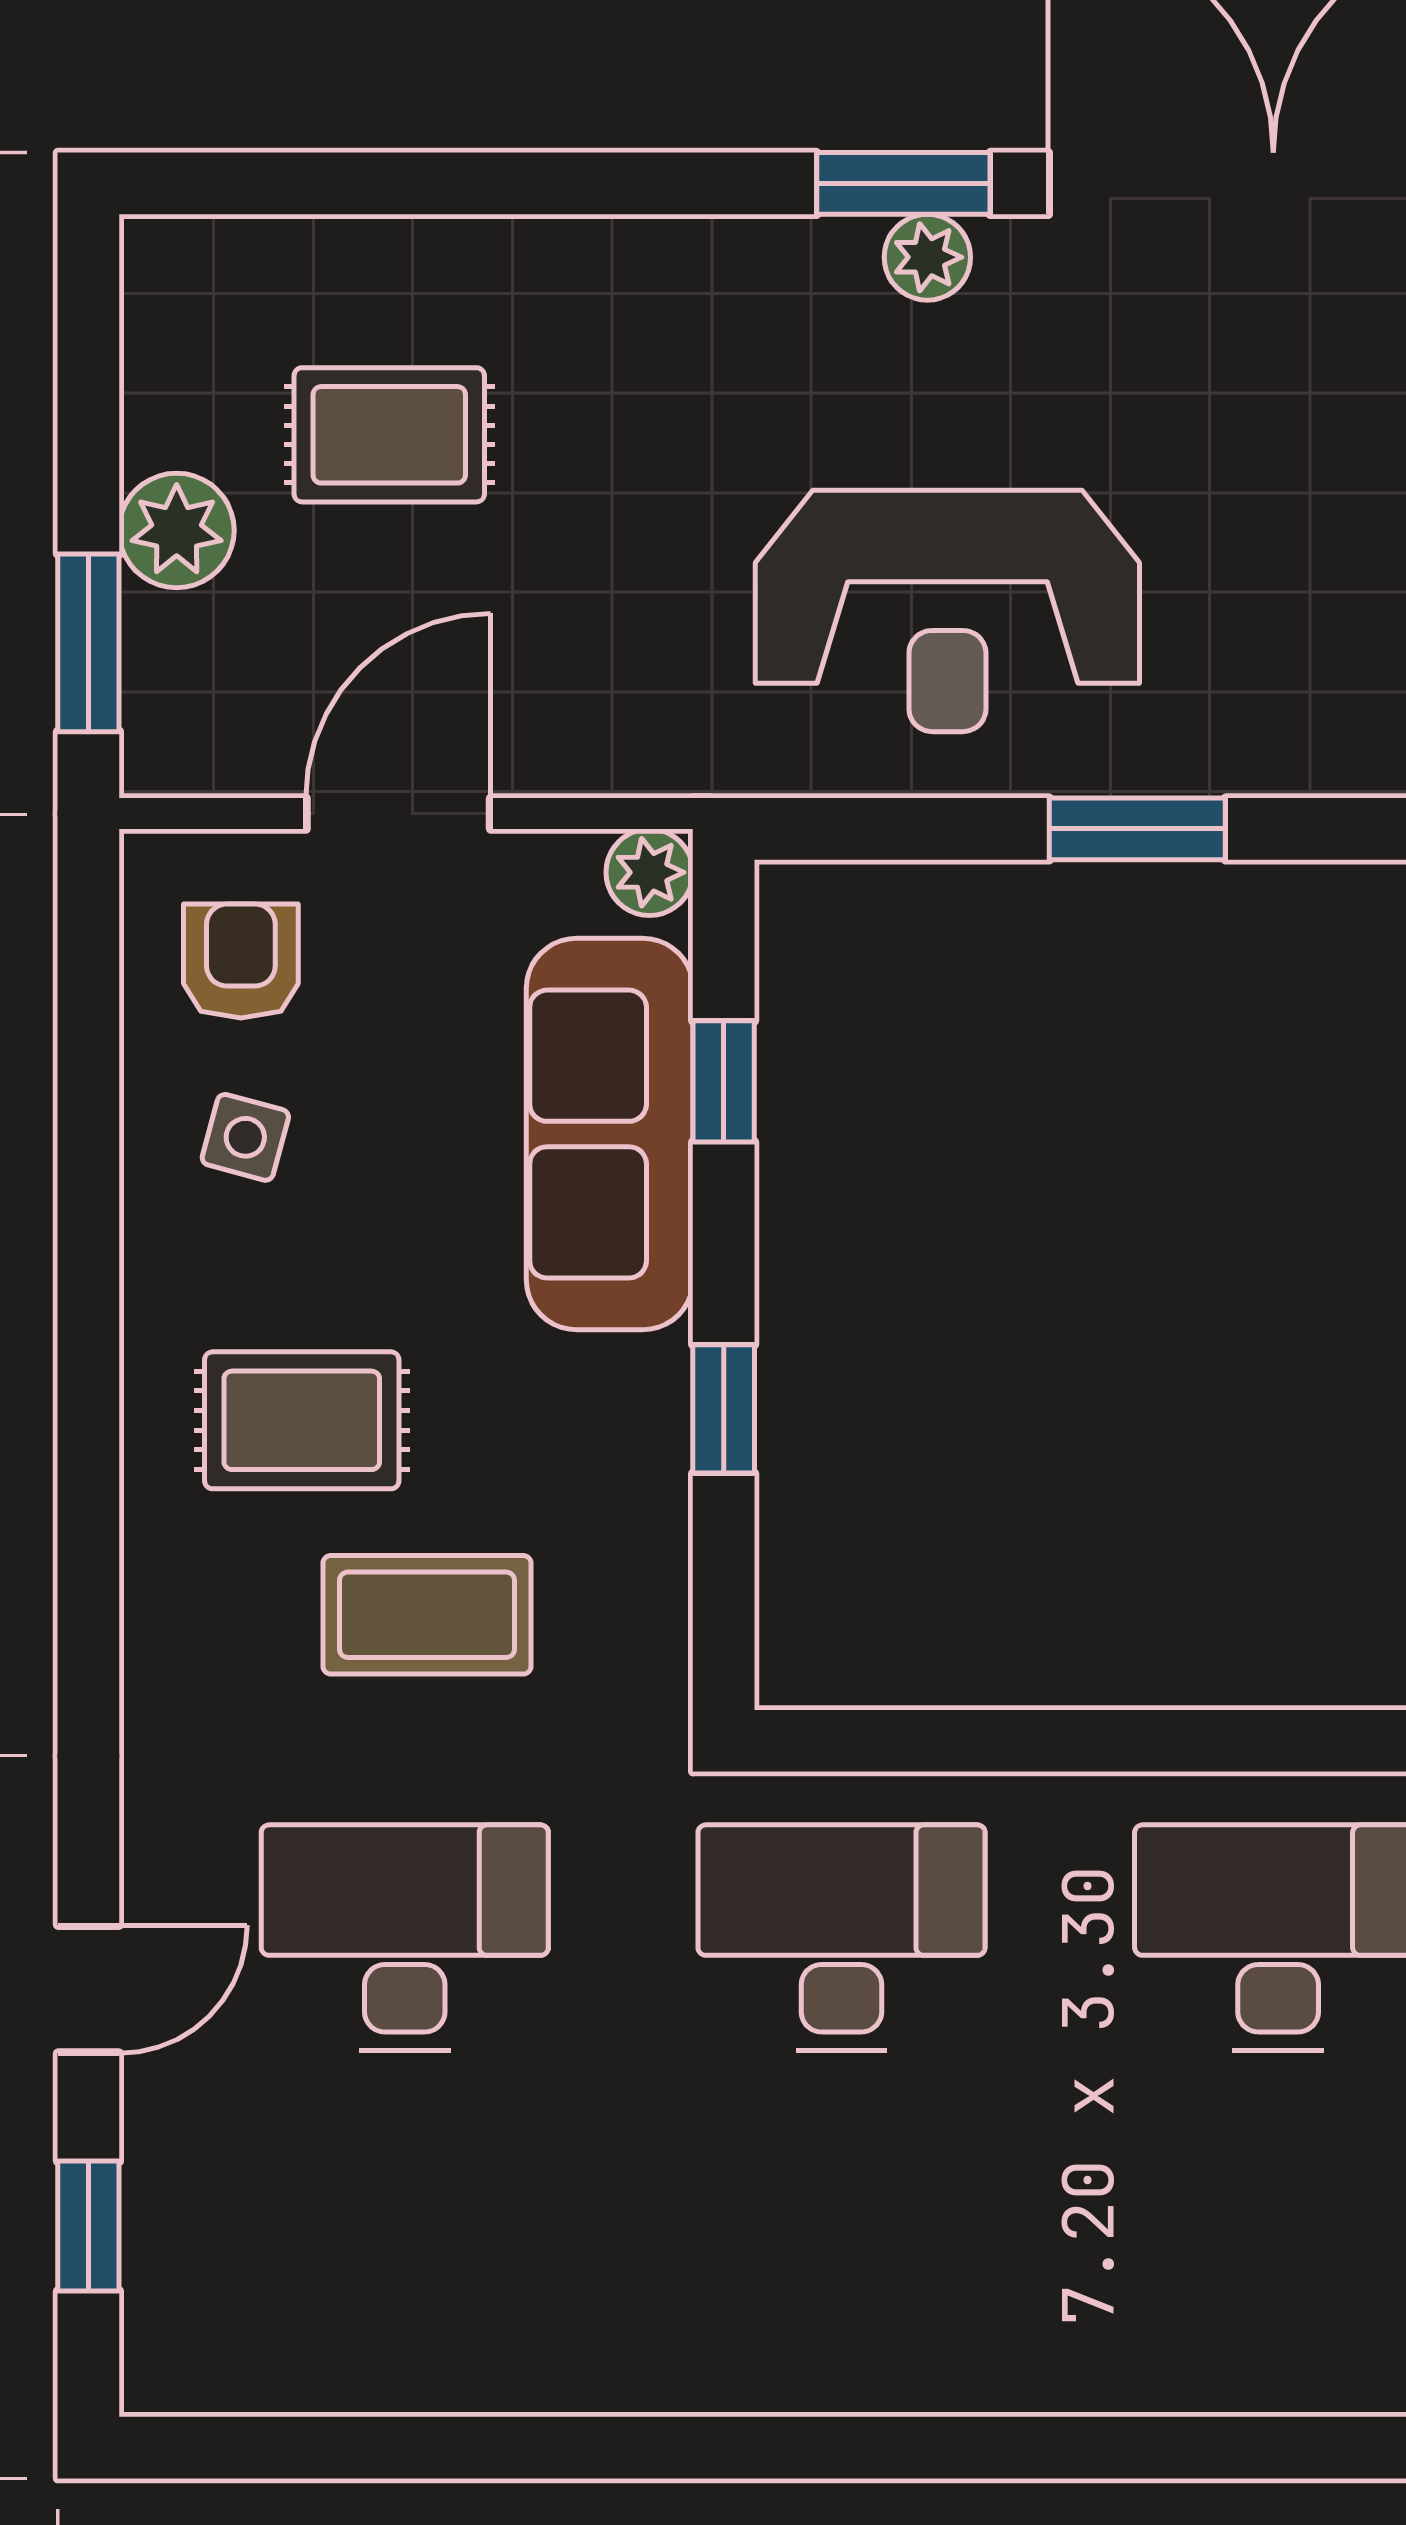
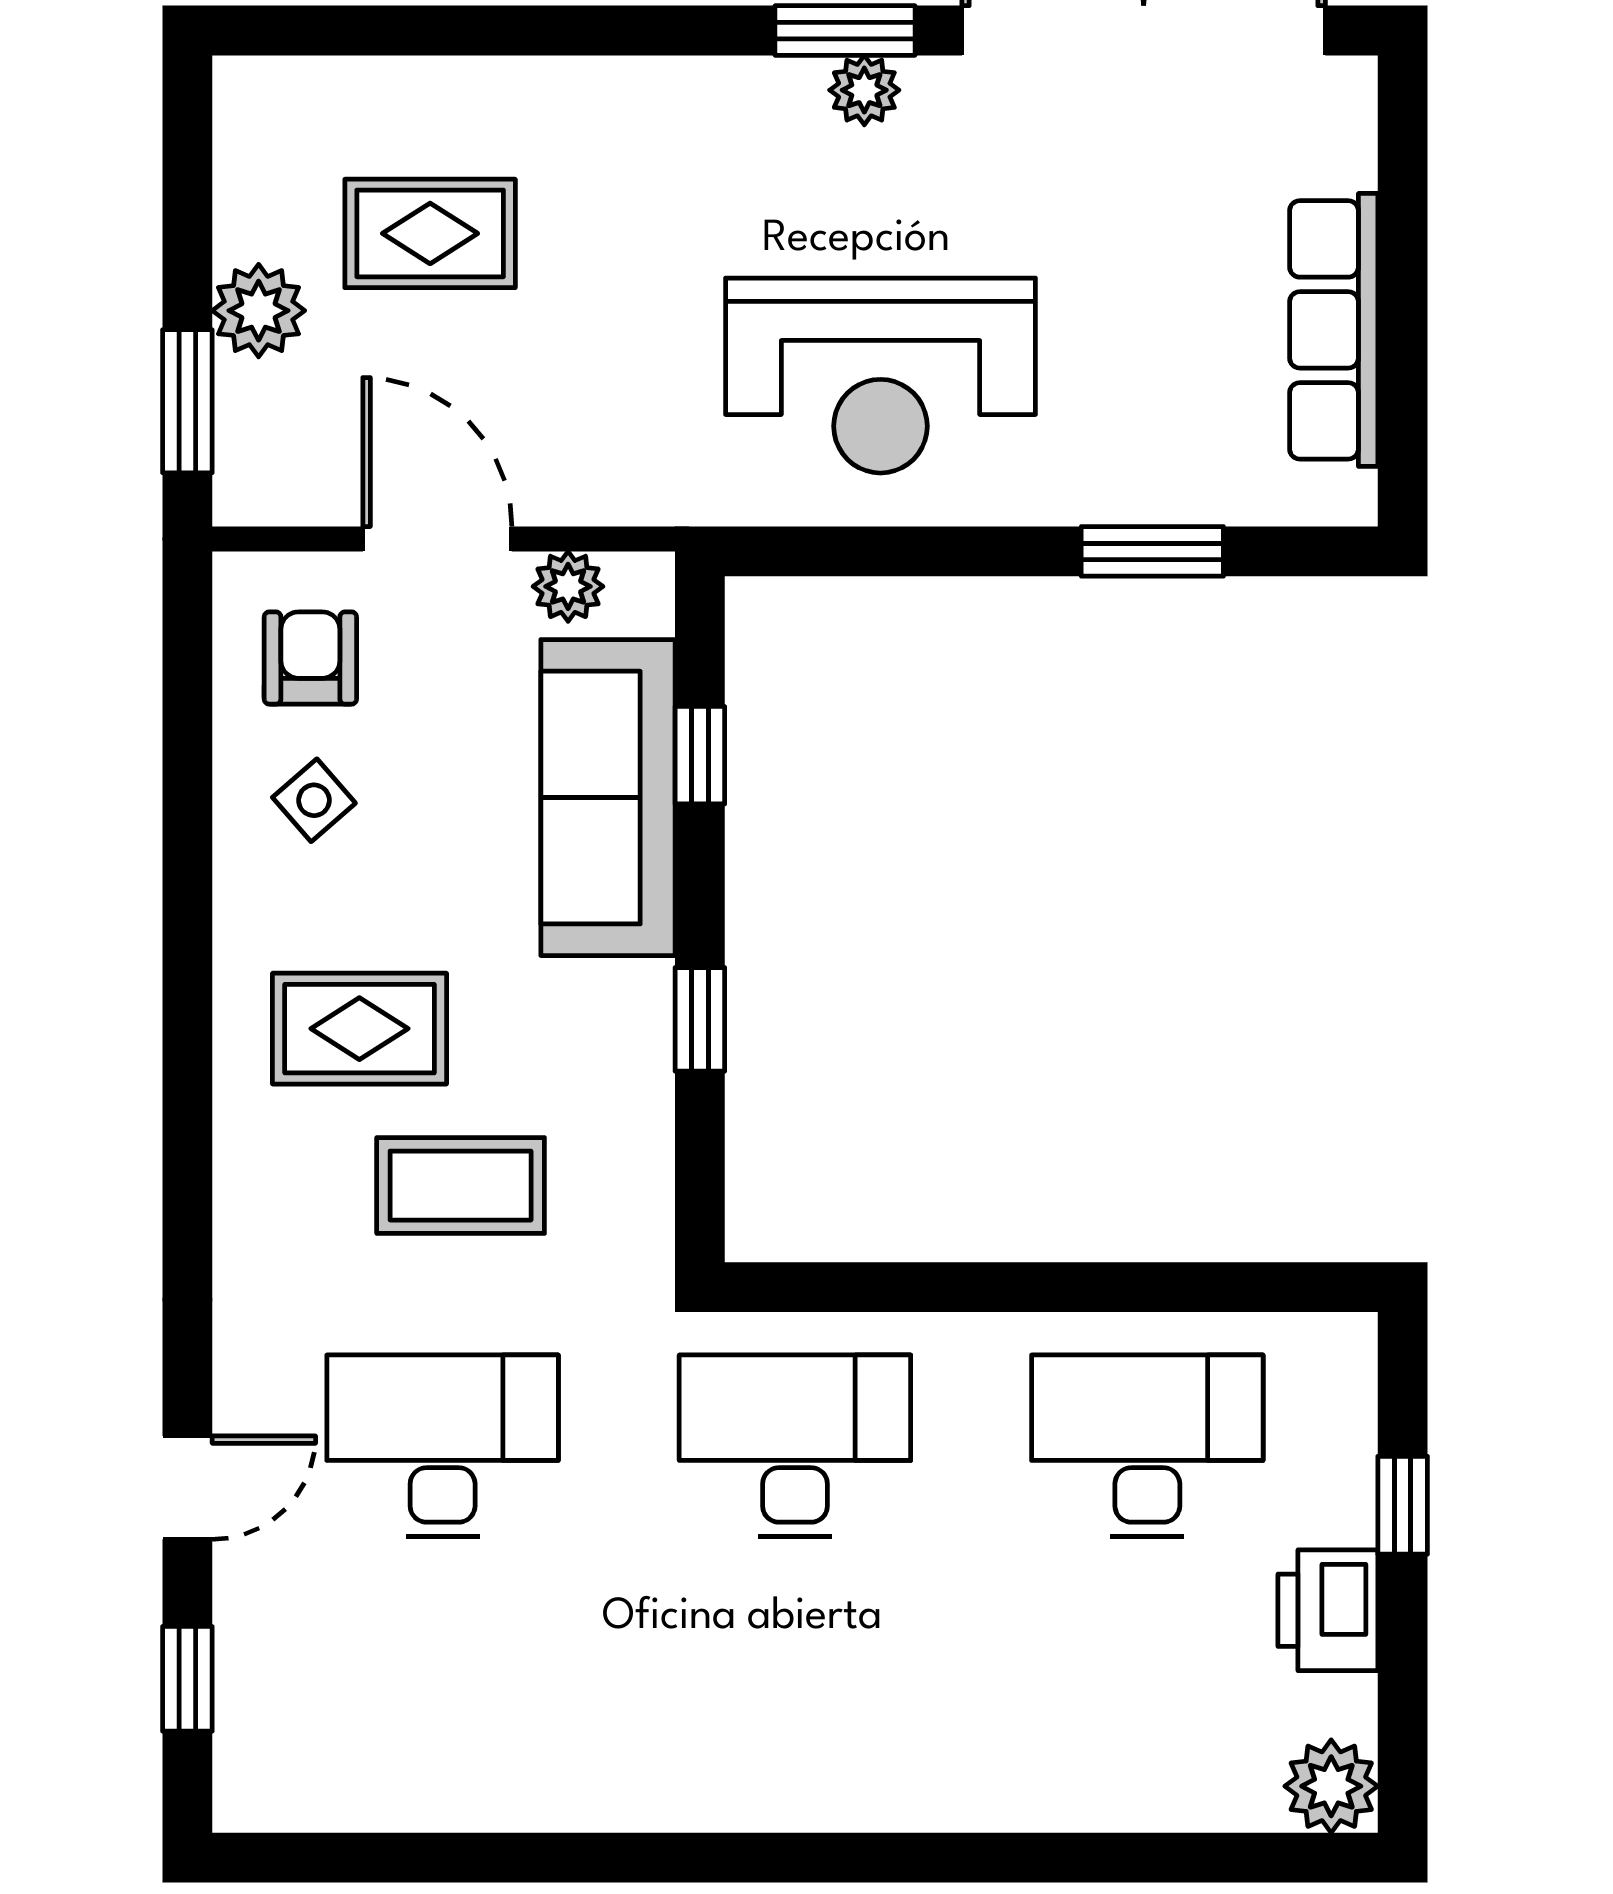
door: (398, 814) -> (437, 539), hinge flipped
window: (1137, 829) -> (1152, 551), moved
plant: (649, 872) -> (568, 586), moved
side table: (245, 1137) -> (314, 800), turned 34

